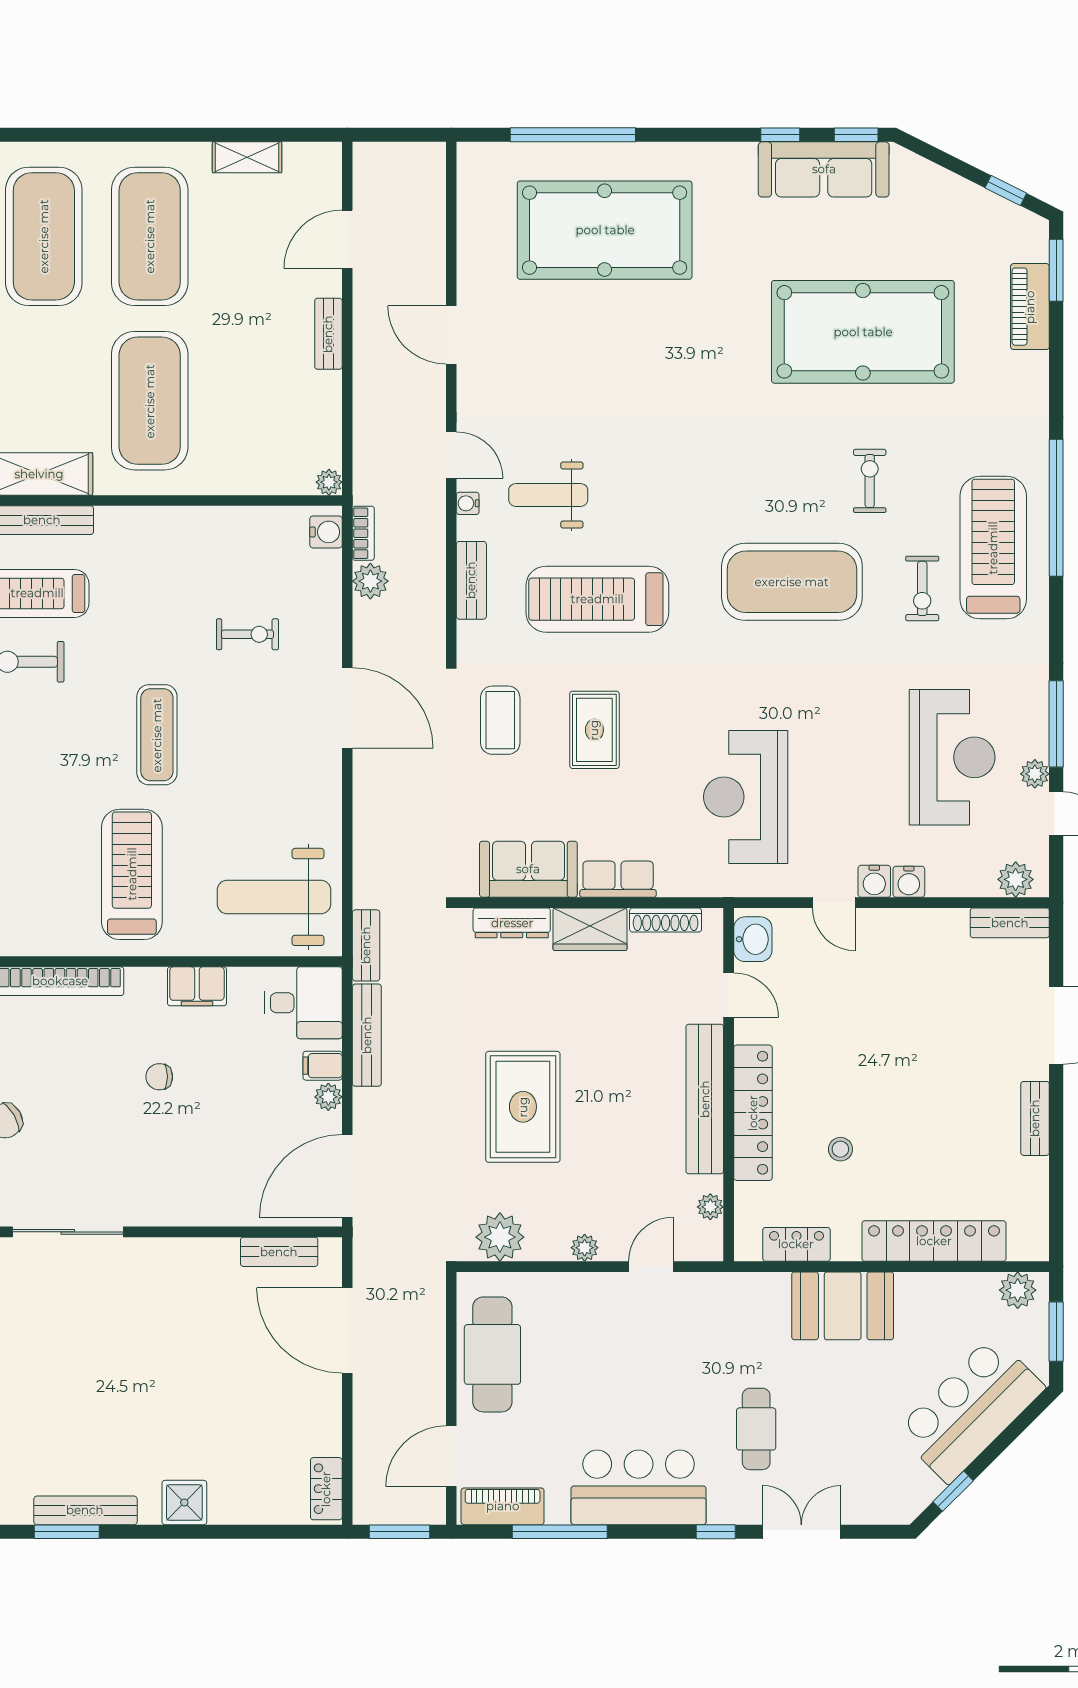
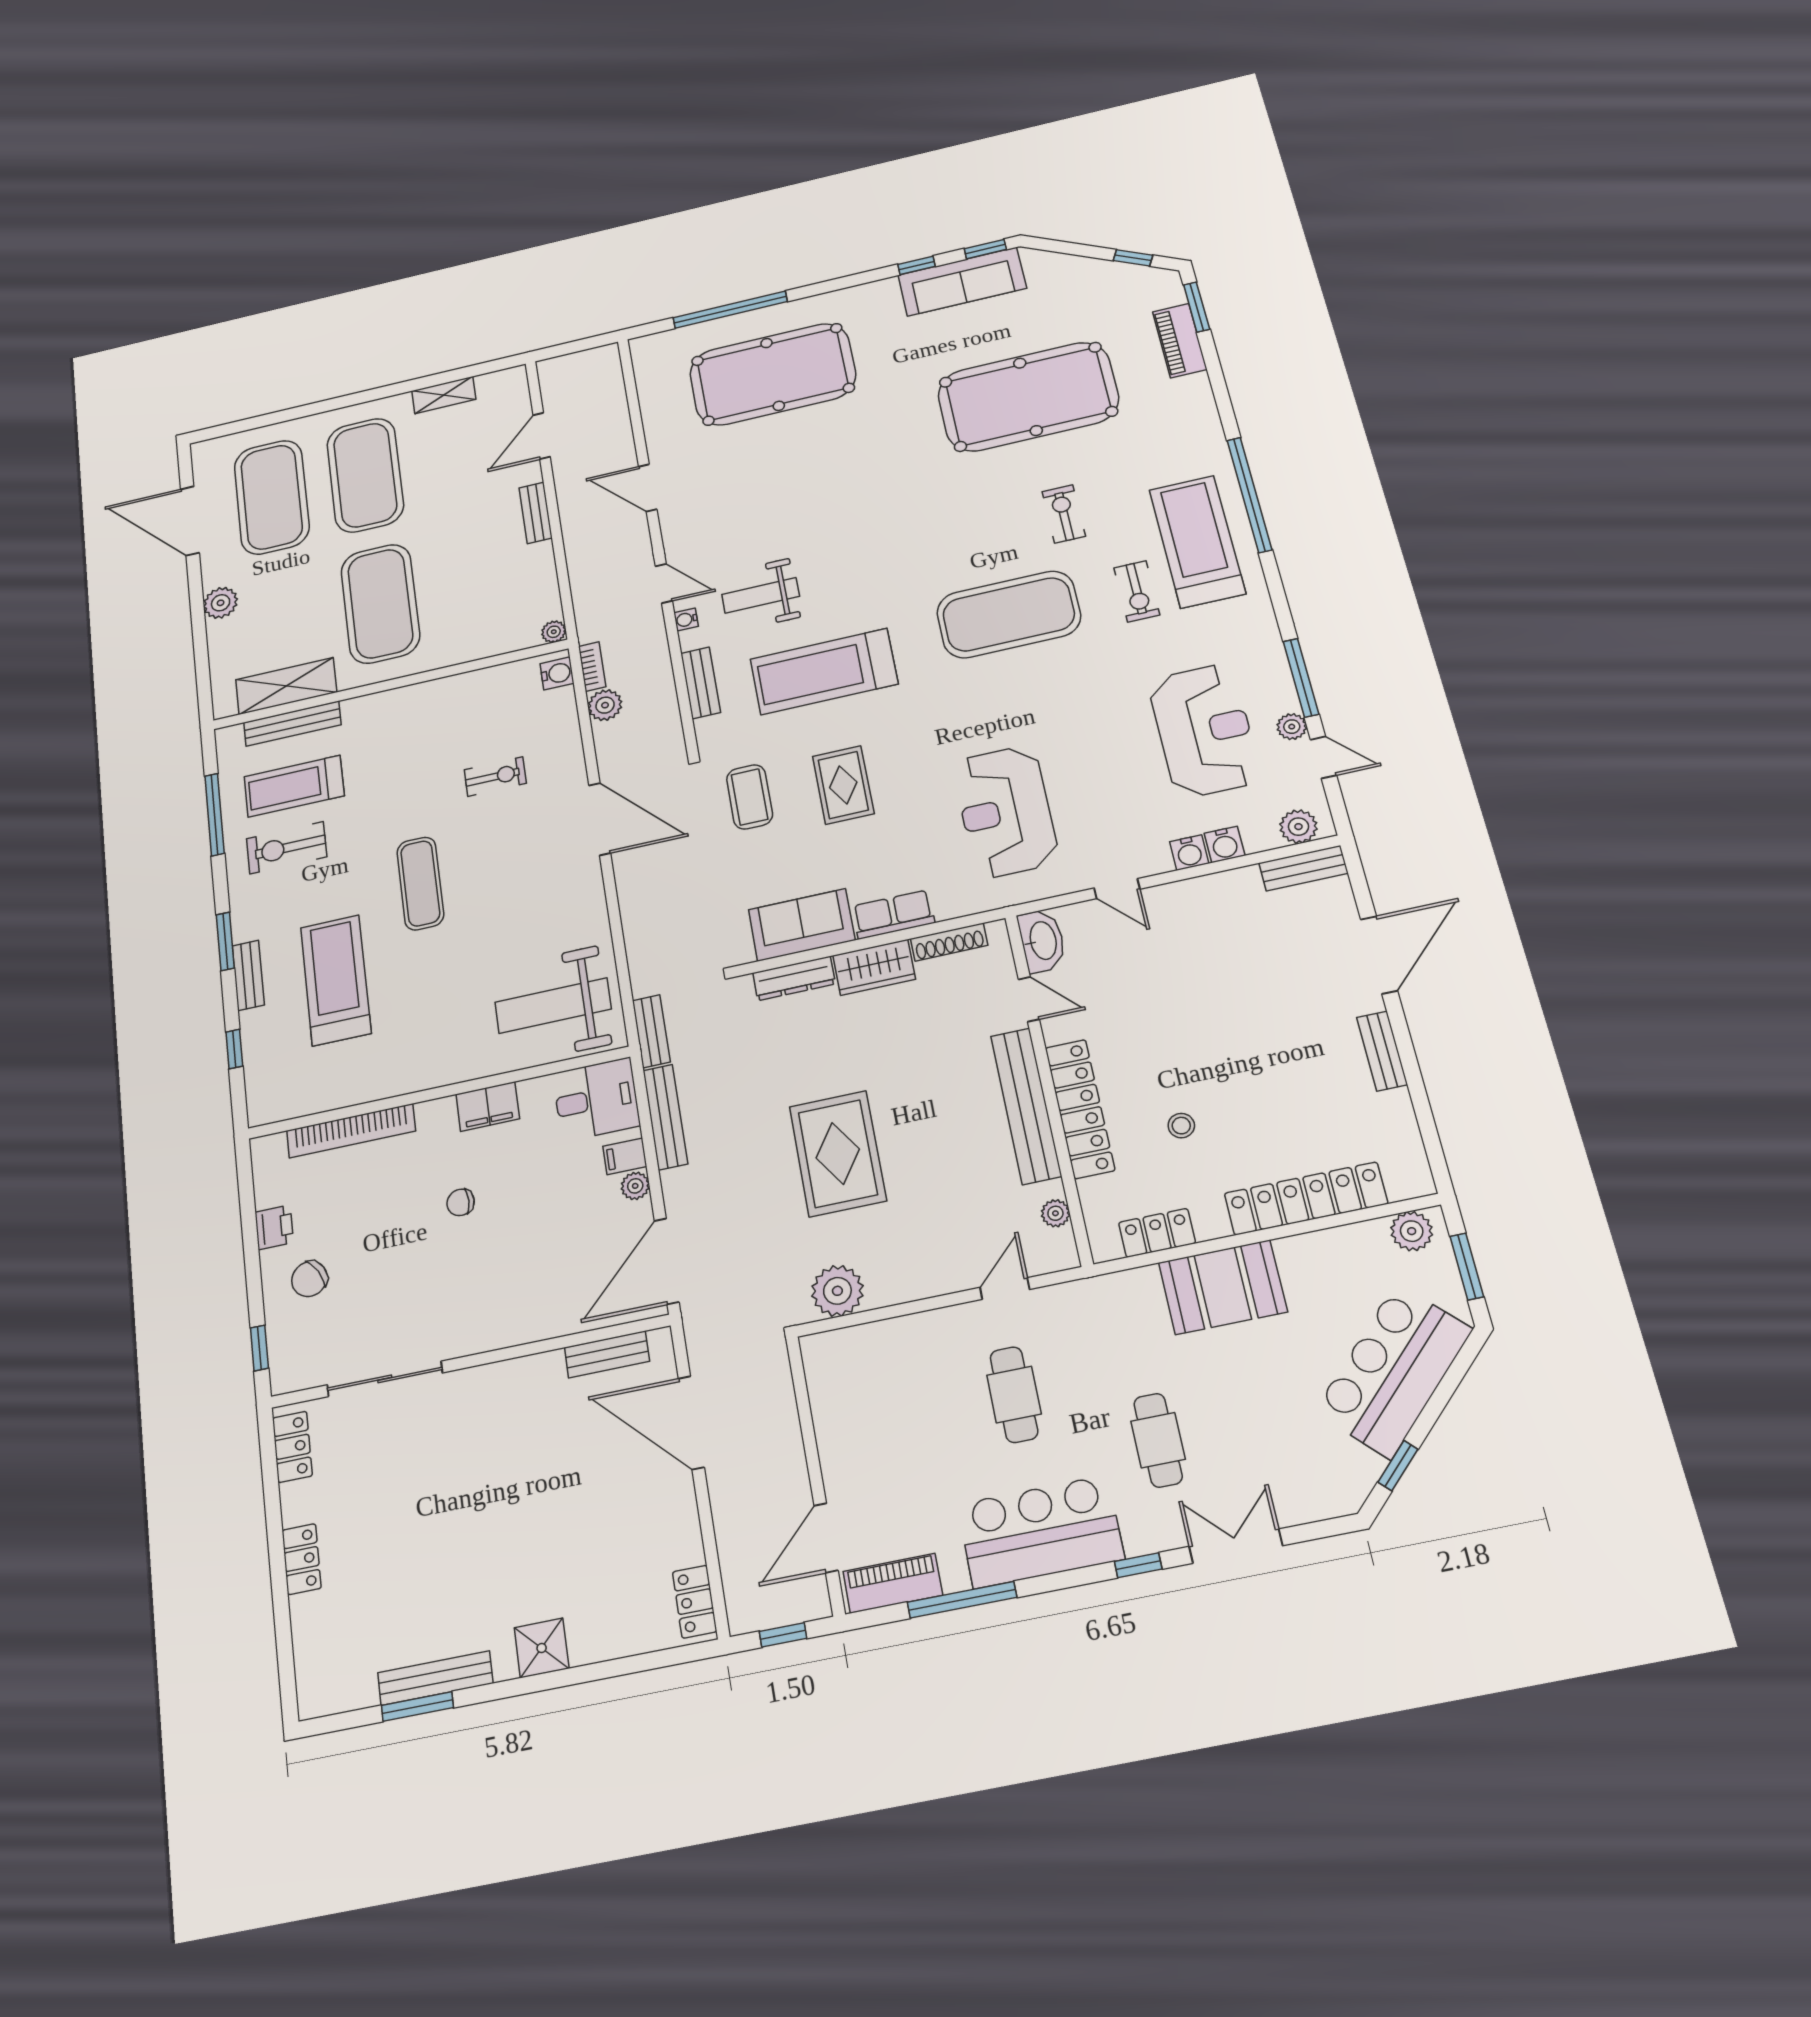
treadmill: (132, 874) -> (336, 980), moved
water cooler: (874, 881) -> (1225, 844), moved
washbasin: (753, 939) -> (1042, 941), width x1.38
plant: (585, 1248) -> (930, 1283), removed
cafe table: (492, 1354) -> (1014, 1395), moved, width x0.73, depth x0.74
window: (400, 1532) -> (783, 1635), width x0.67

